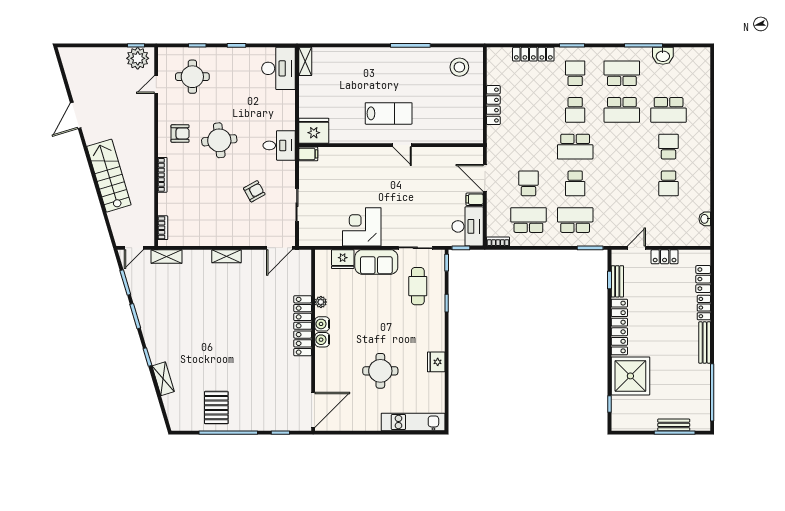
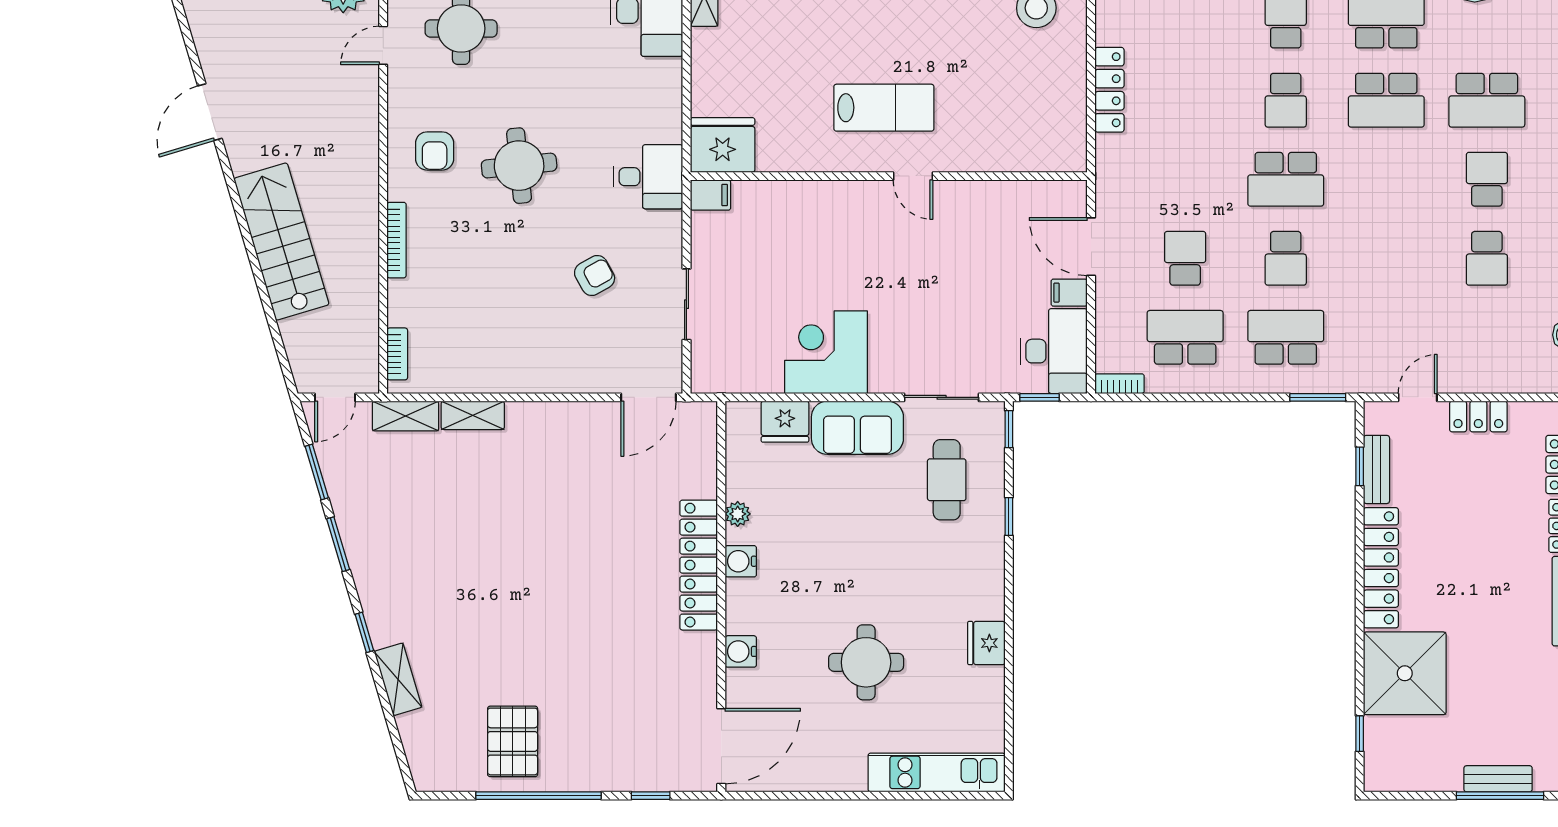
armchair: (180, 133) -> (435, 151), turned 90
shelving: (227, 256) -> (473, 415), moved
water cooler: (322, 340) -> (741, 651), moved

